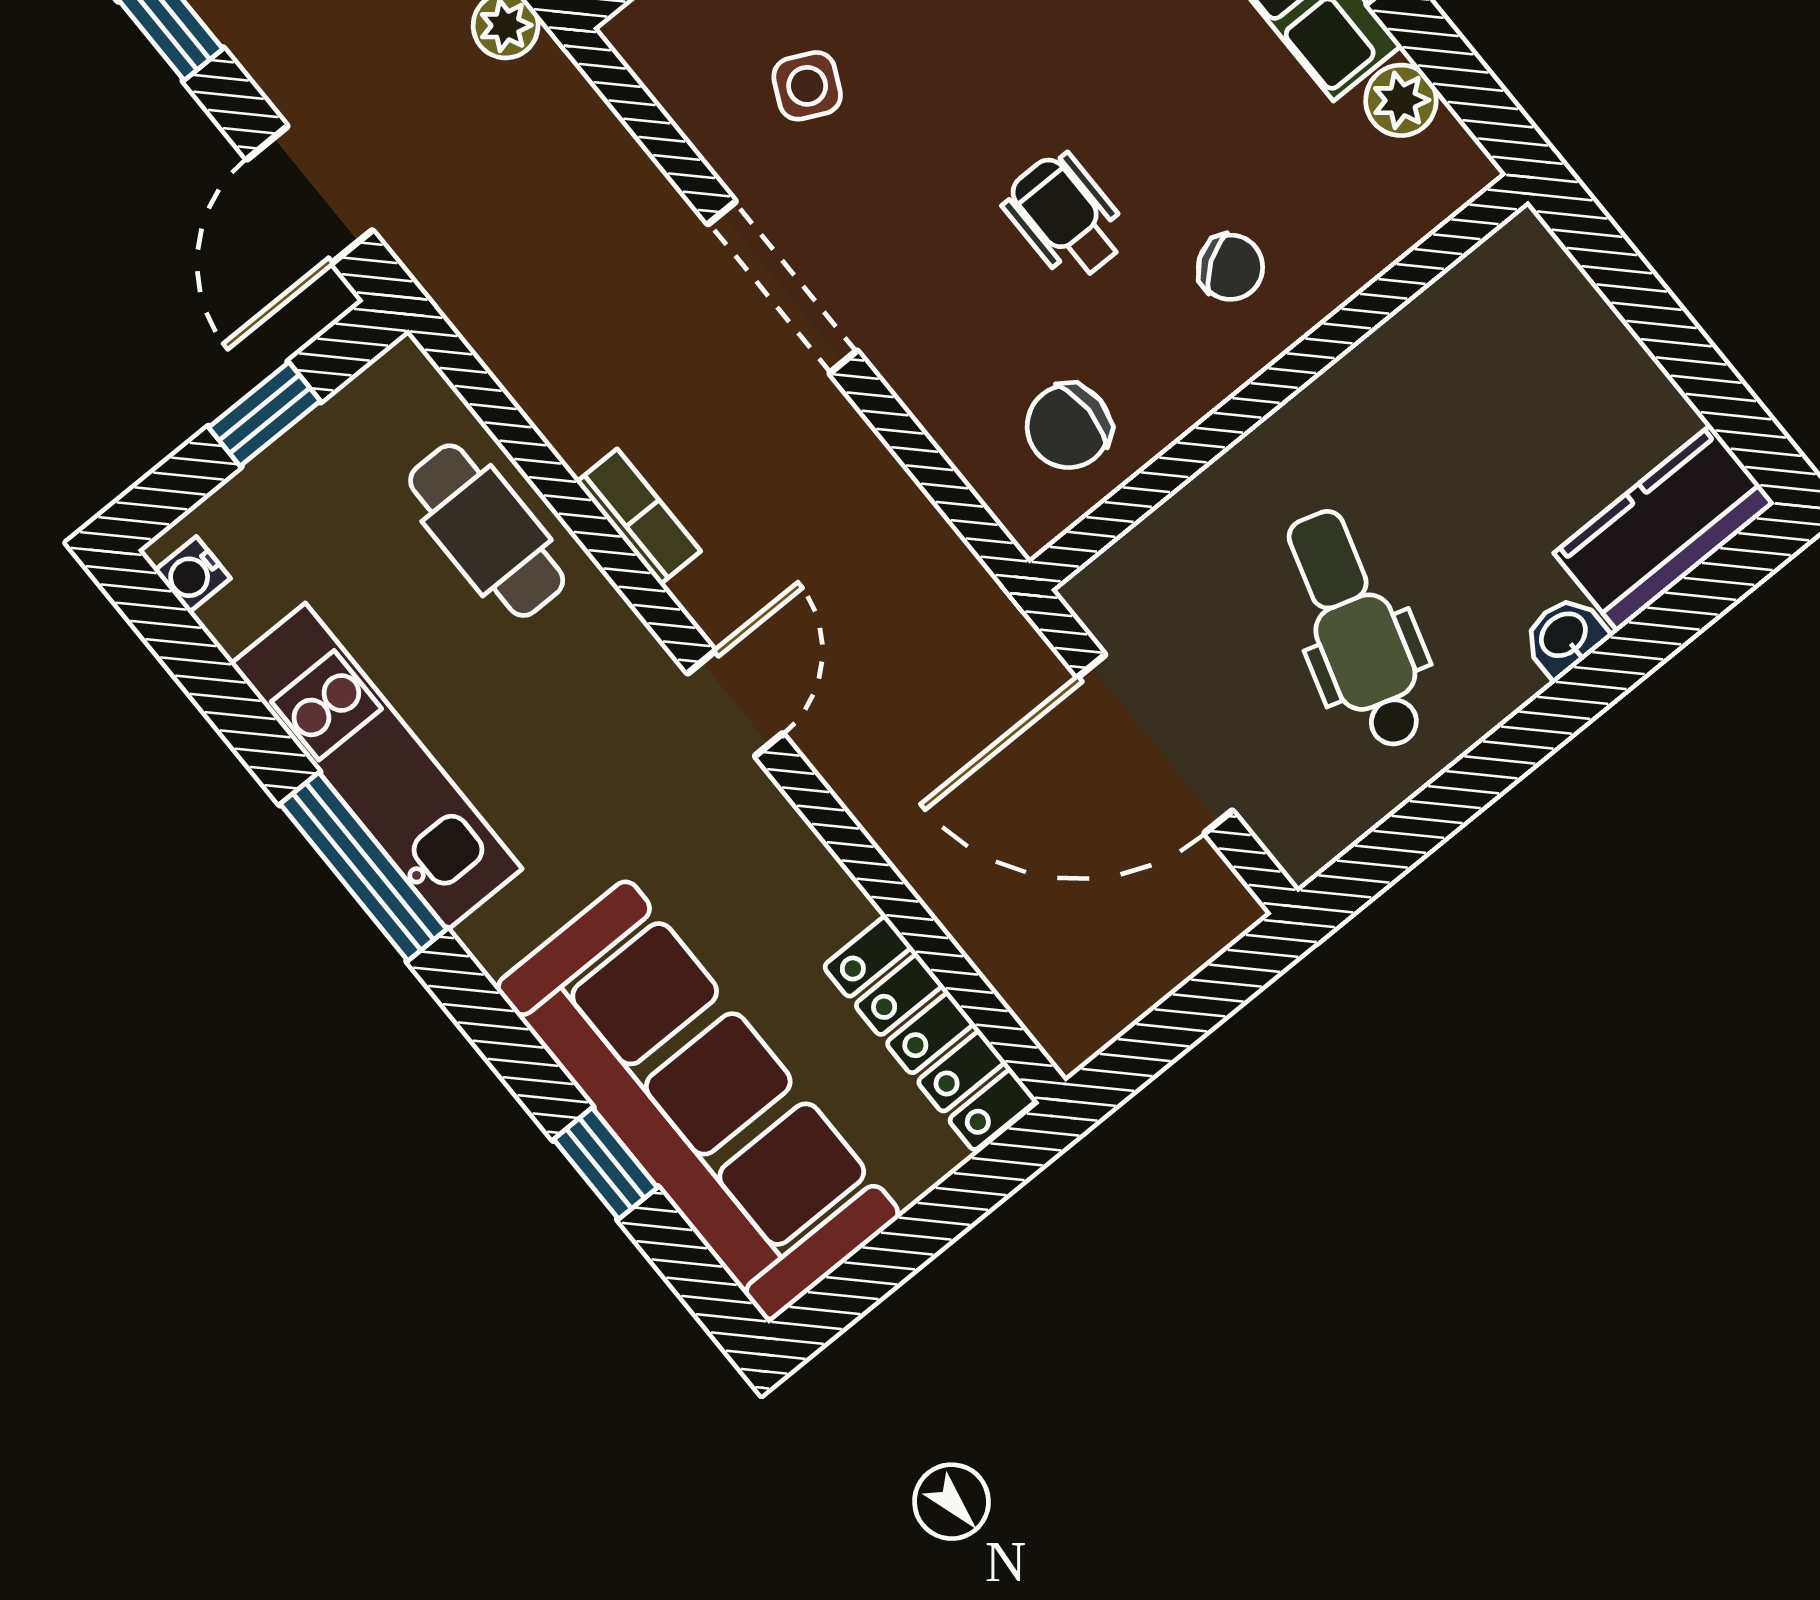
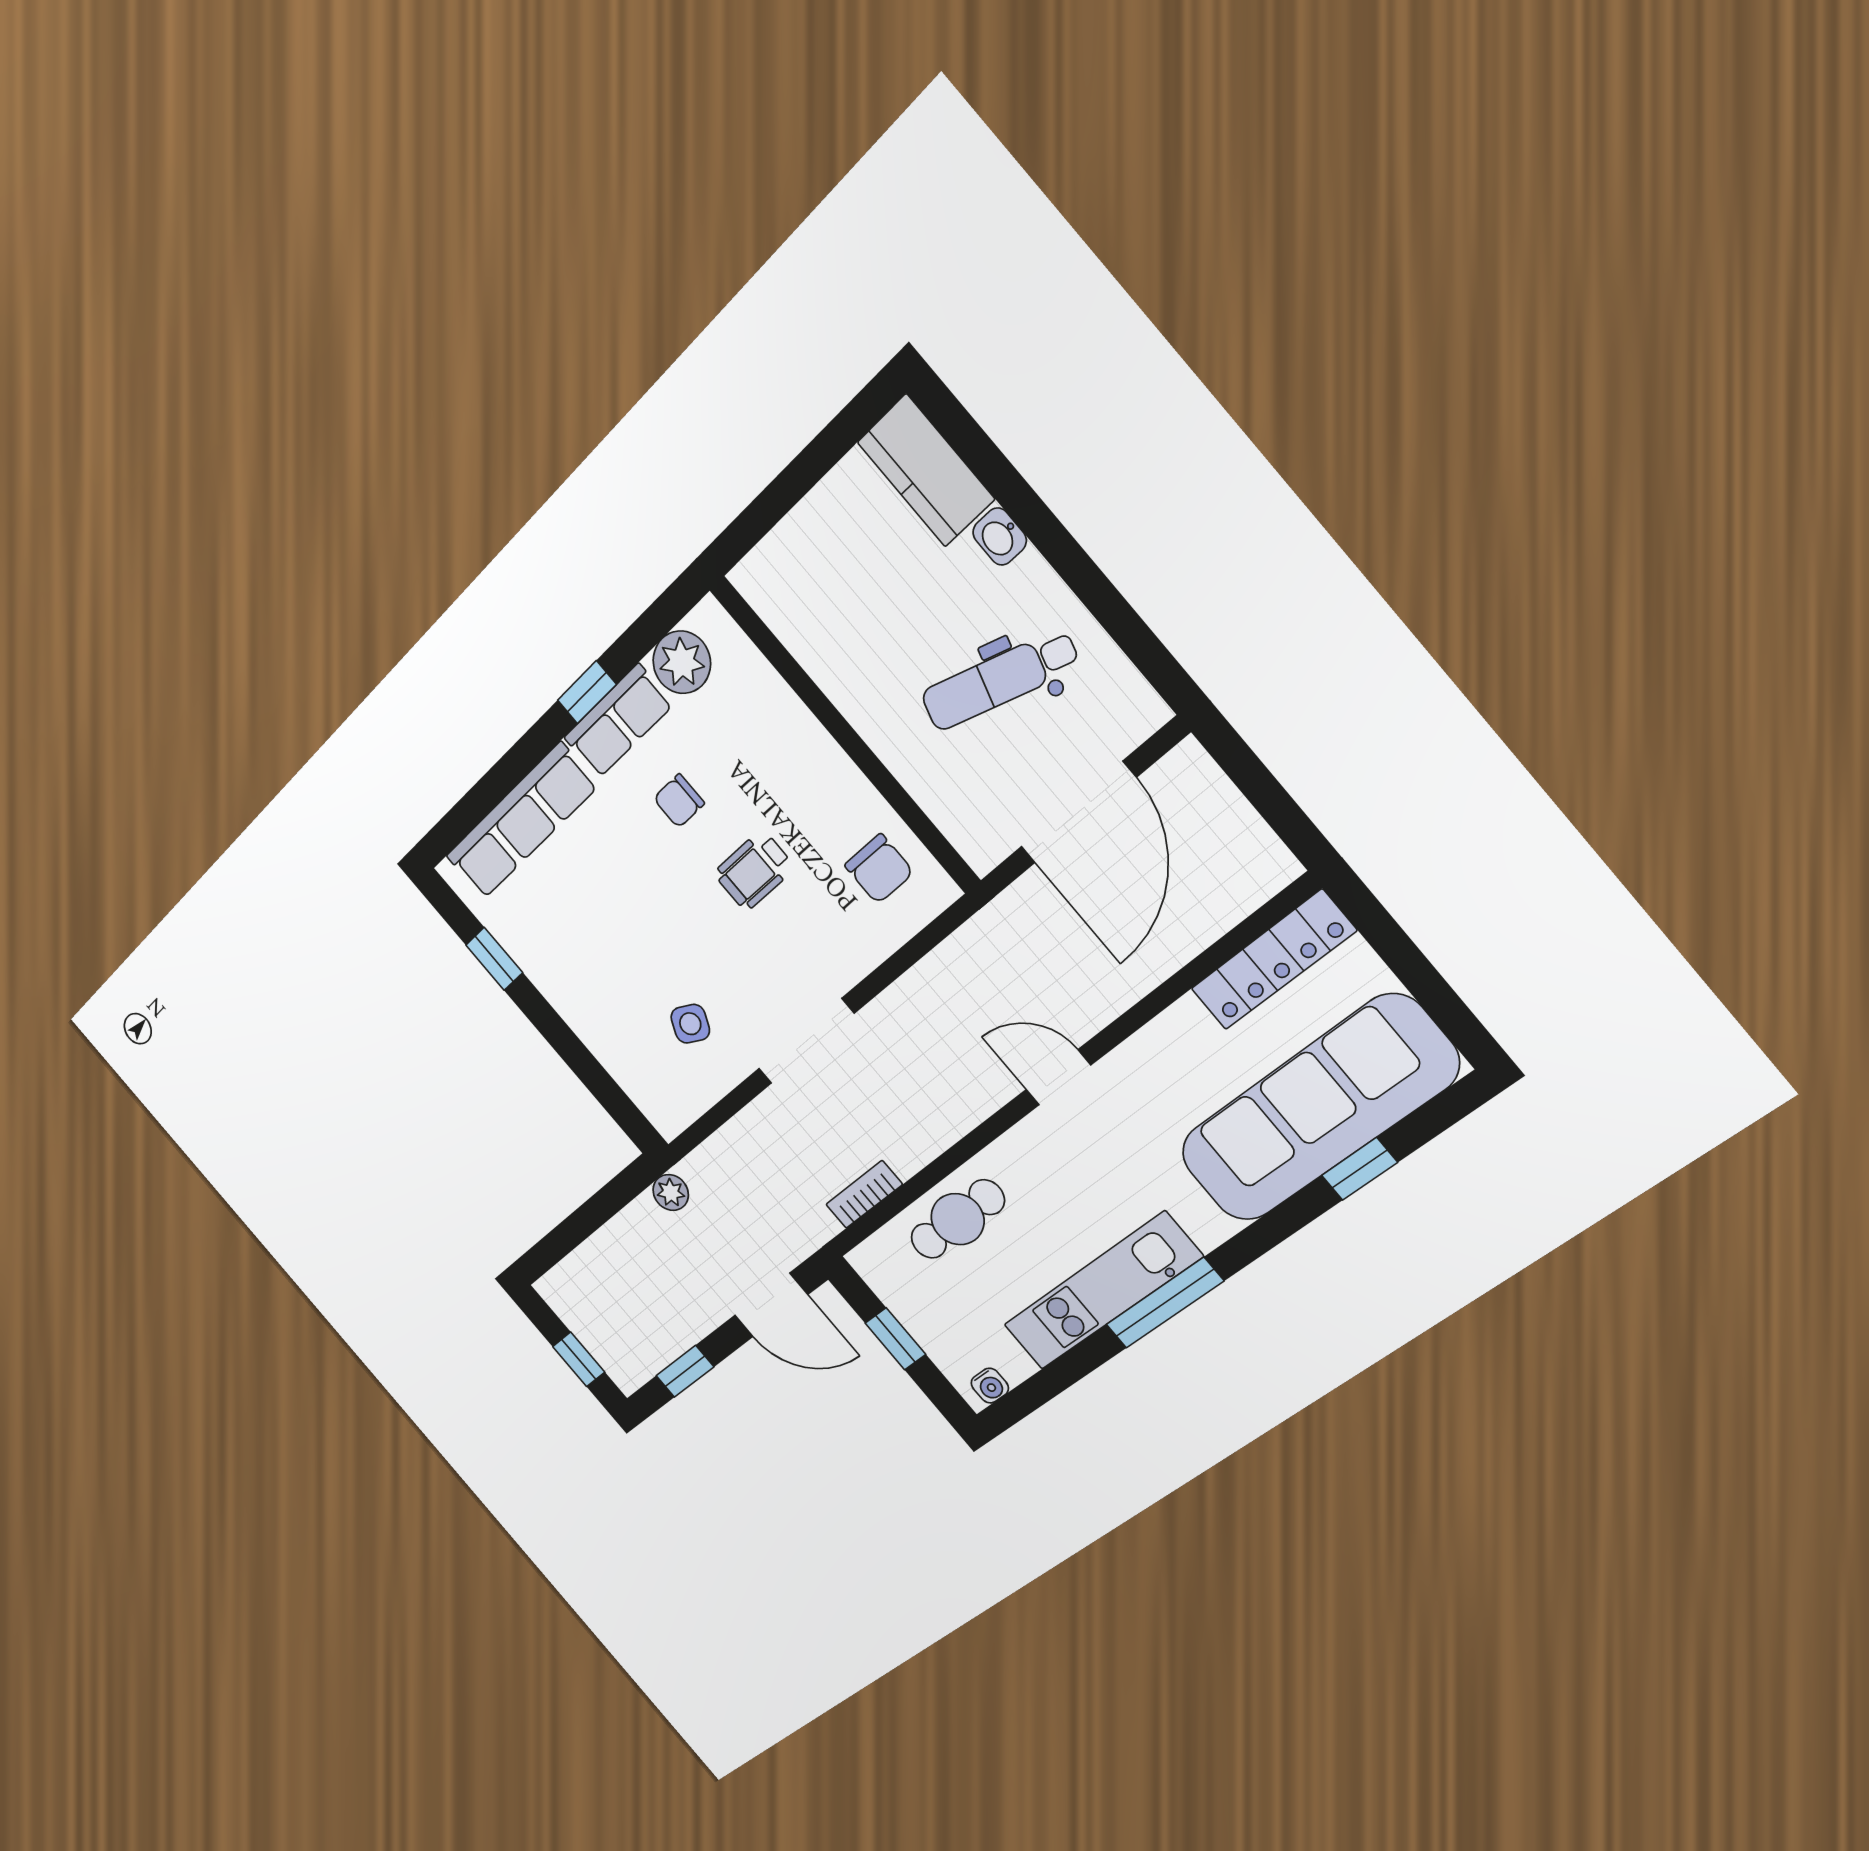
plant: (1401, 100) -> (682, 662), width x1.38, depth x1.38
chair: (1230, 267) -> (679, 801), moved, turned -146
bookcase: (638, 517) -> (864, 1194), moved

